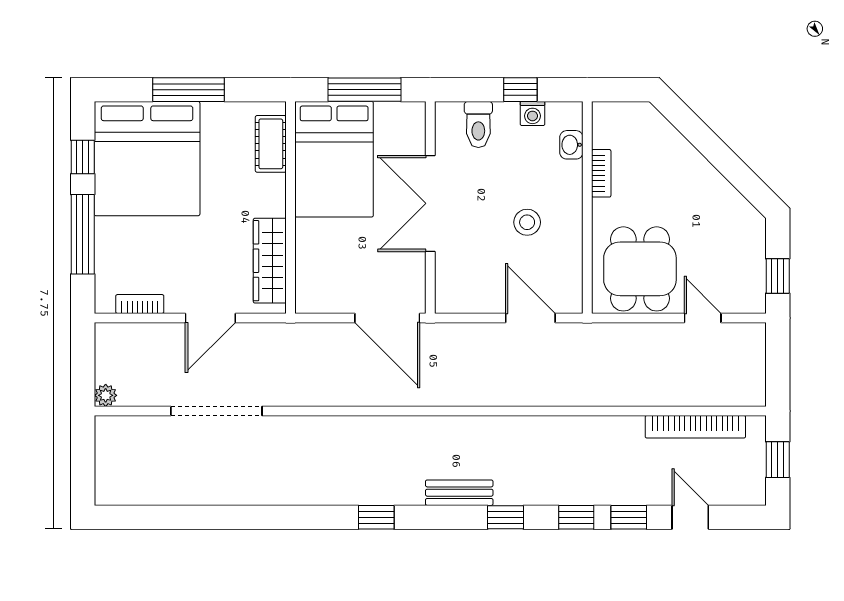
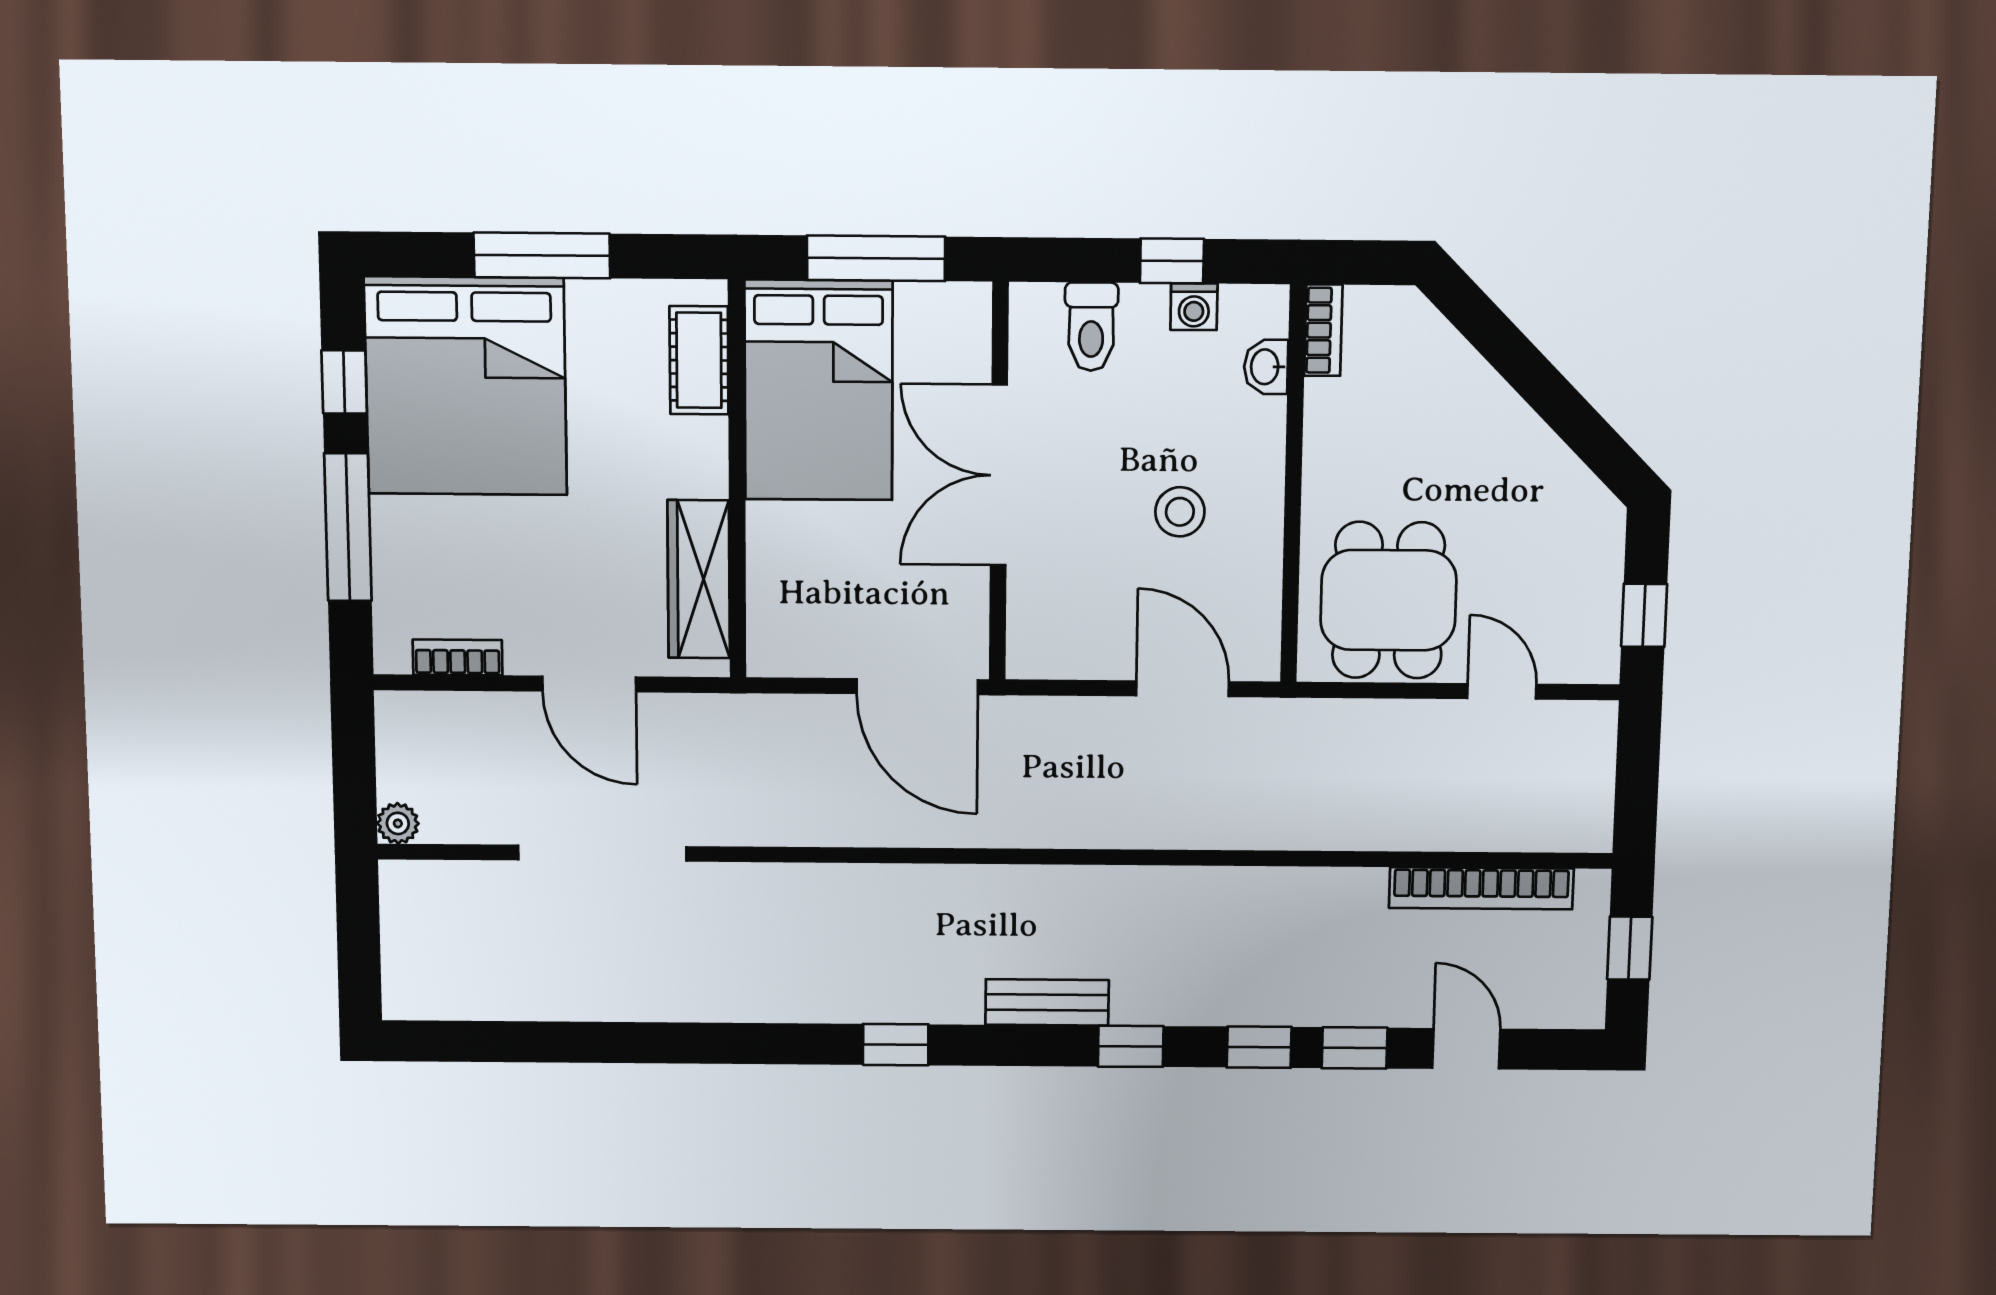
bookcase: (601, 173) -> (1323, 330), moved
door: (210, 318) -> (589, 684), hinge flipped

